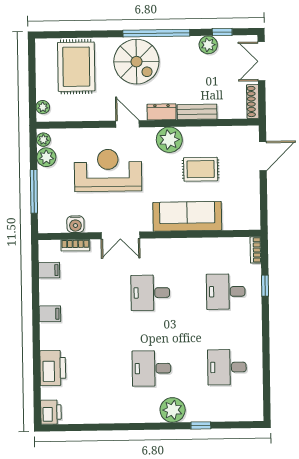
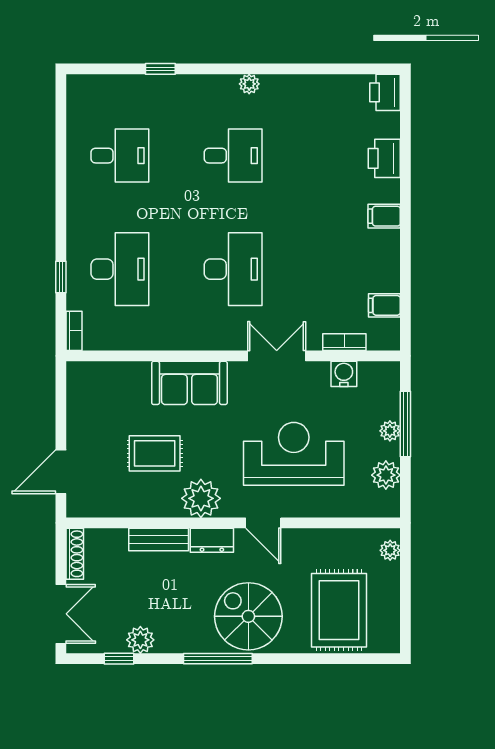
window: (156, 33) -> (218, 659), width x0.68
plant: (43, 140) -> (390, 431), moved
reception desk: (108, 170) -> (294, 454), turned 180
sofa: (187, 216) -> (189, 383), width x0.73
desk: (226, 292) -> (120, 269), width x1.37
desk: (150, 293) -> (233, 269), width x1.37
filing cabinet: (50, 314) -> (384, 216), moved
printer: (53, 368) -> (384, 158), width x0.73, depth x0.84
plant: (173, 410) -> (249, 84), moved, width x0.53, depth x0.53

